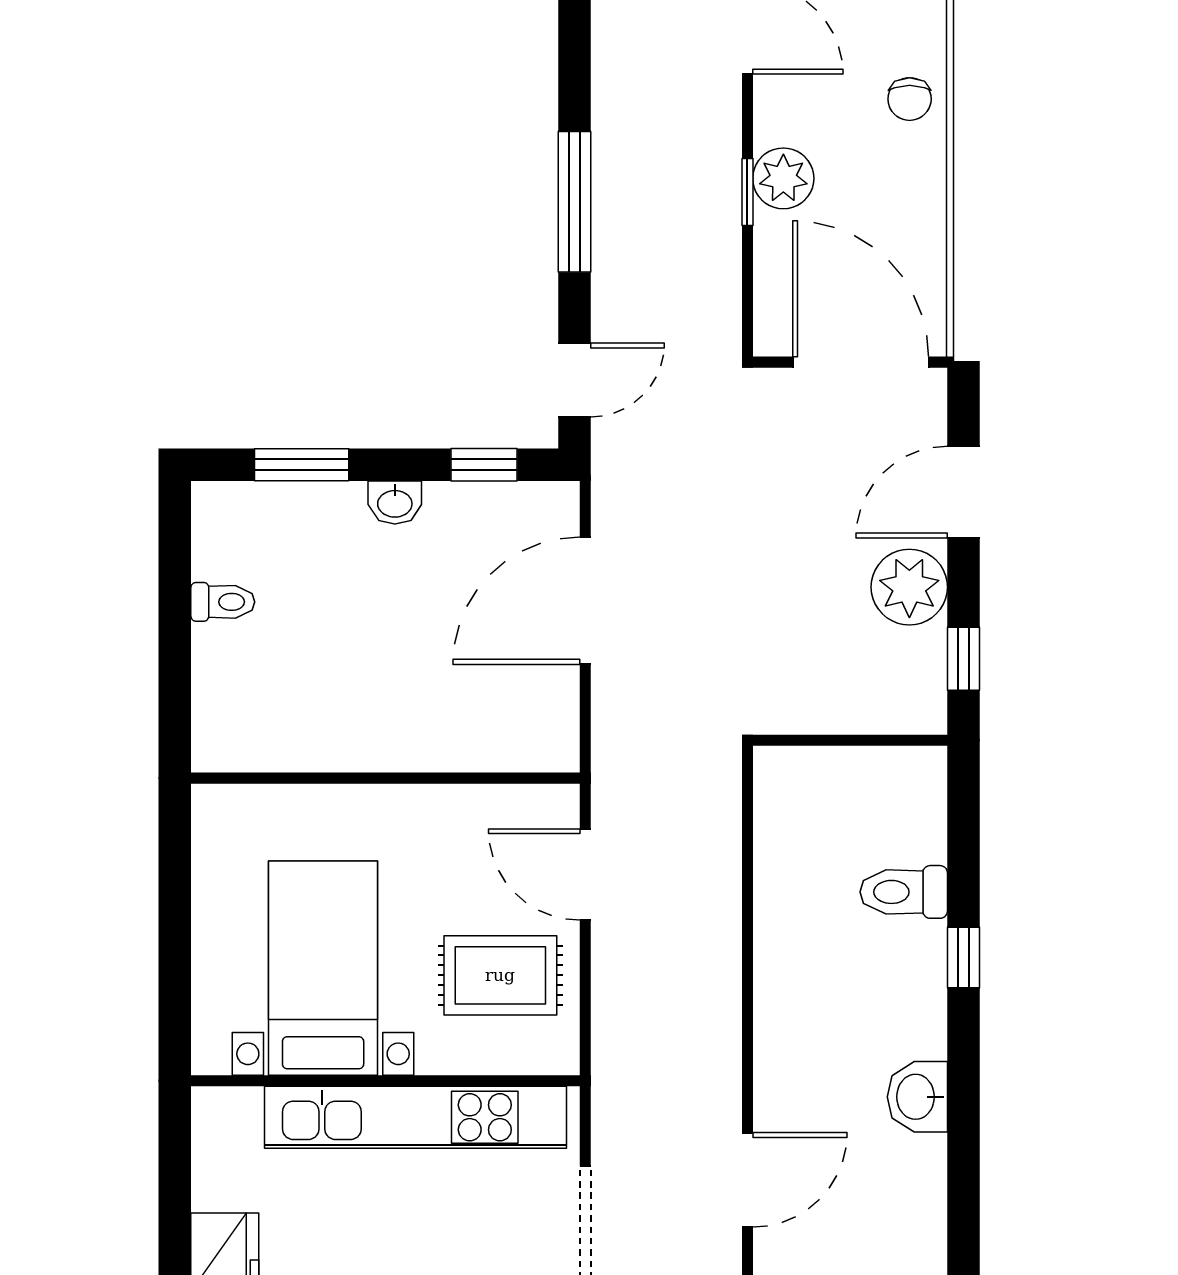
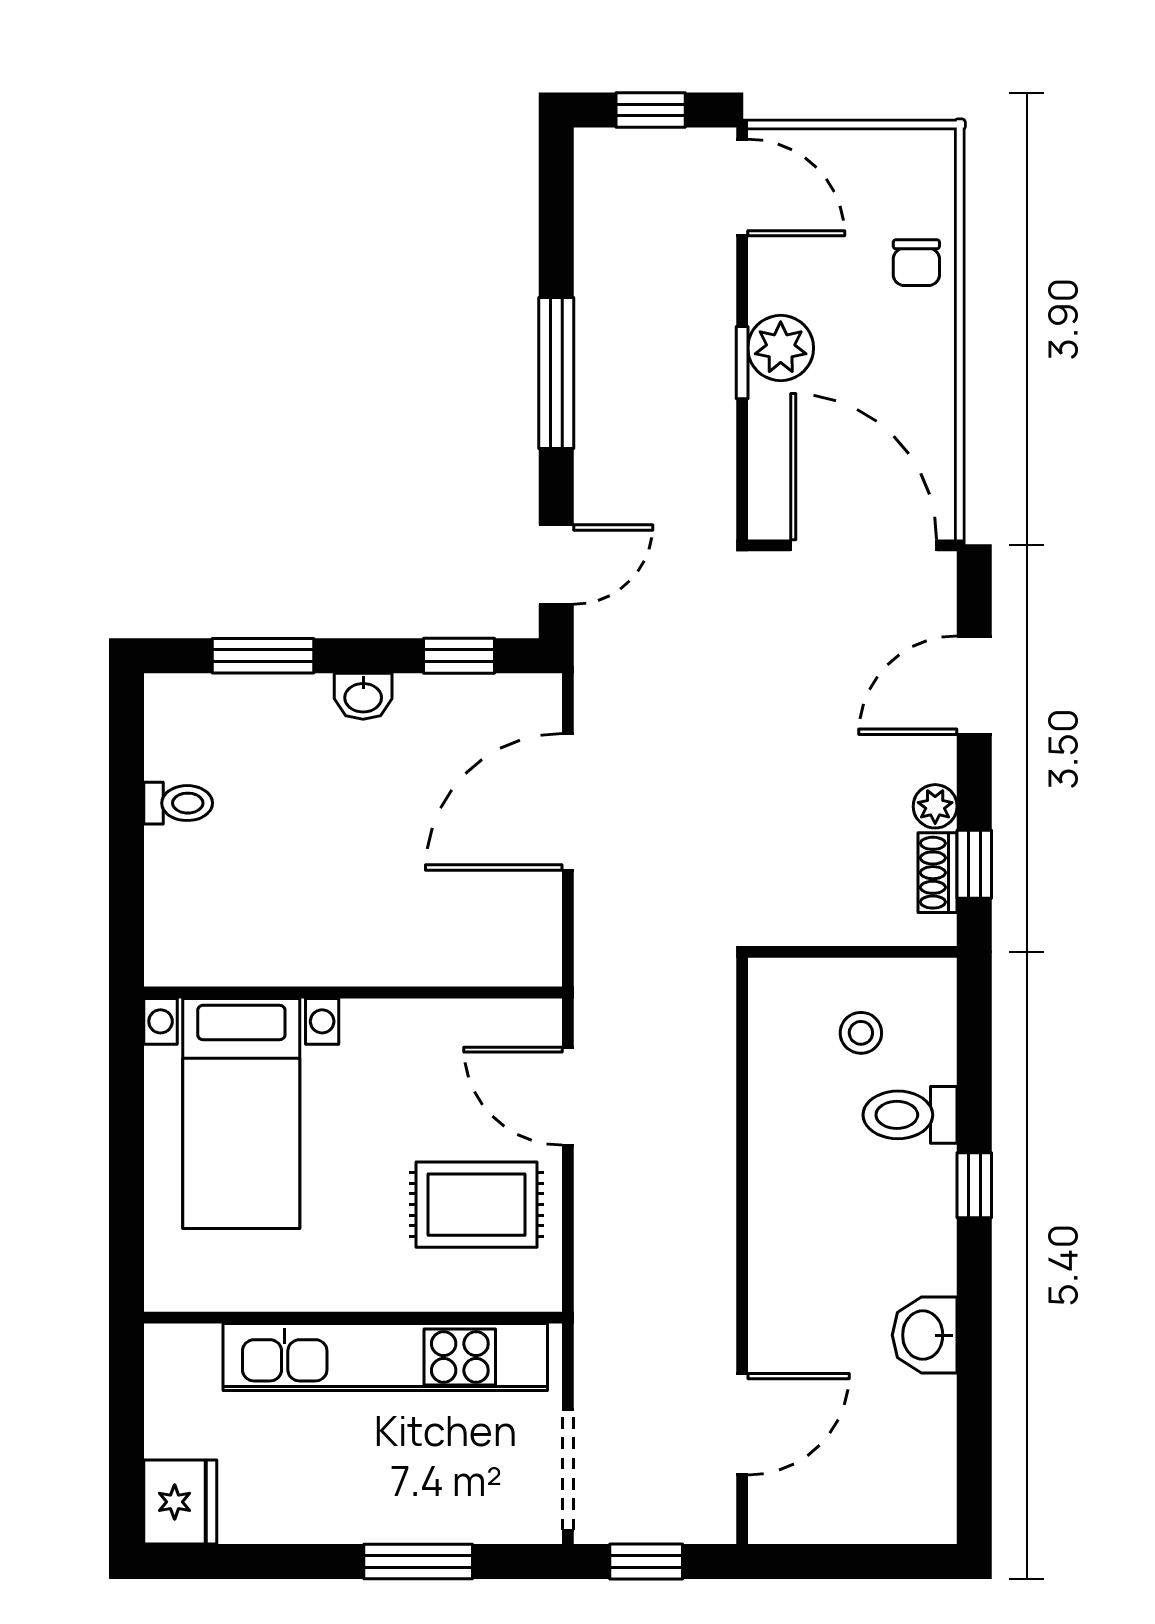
plant: (909, 587) -> (935, 806), width x0.53, depth x0.53
shoe rack: (929, 667) -> (938, 873), added
stool: (858, 816) -> (861, 1033), added
bed with nightstands: (323, 968) -> (241, 1114), moved, turned 180

